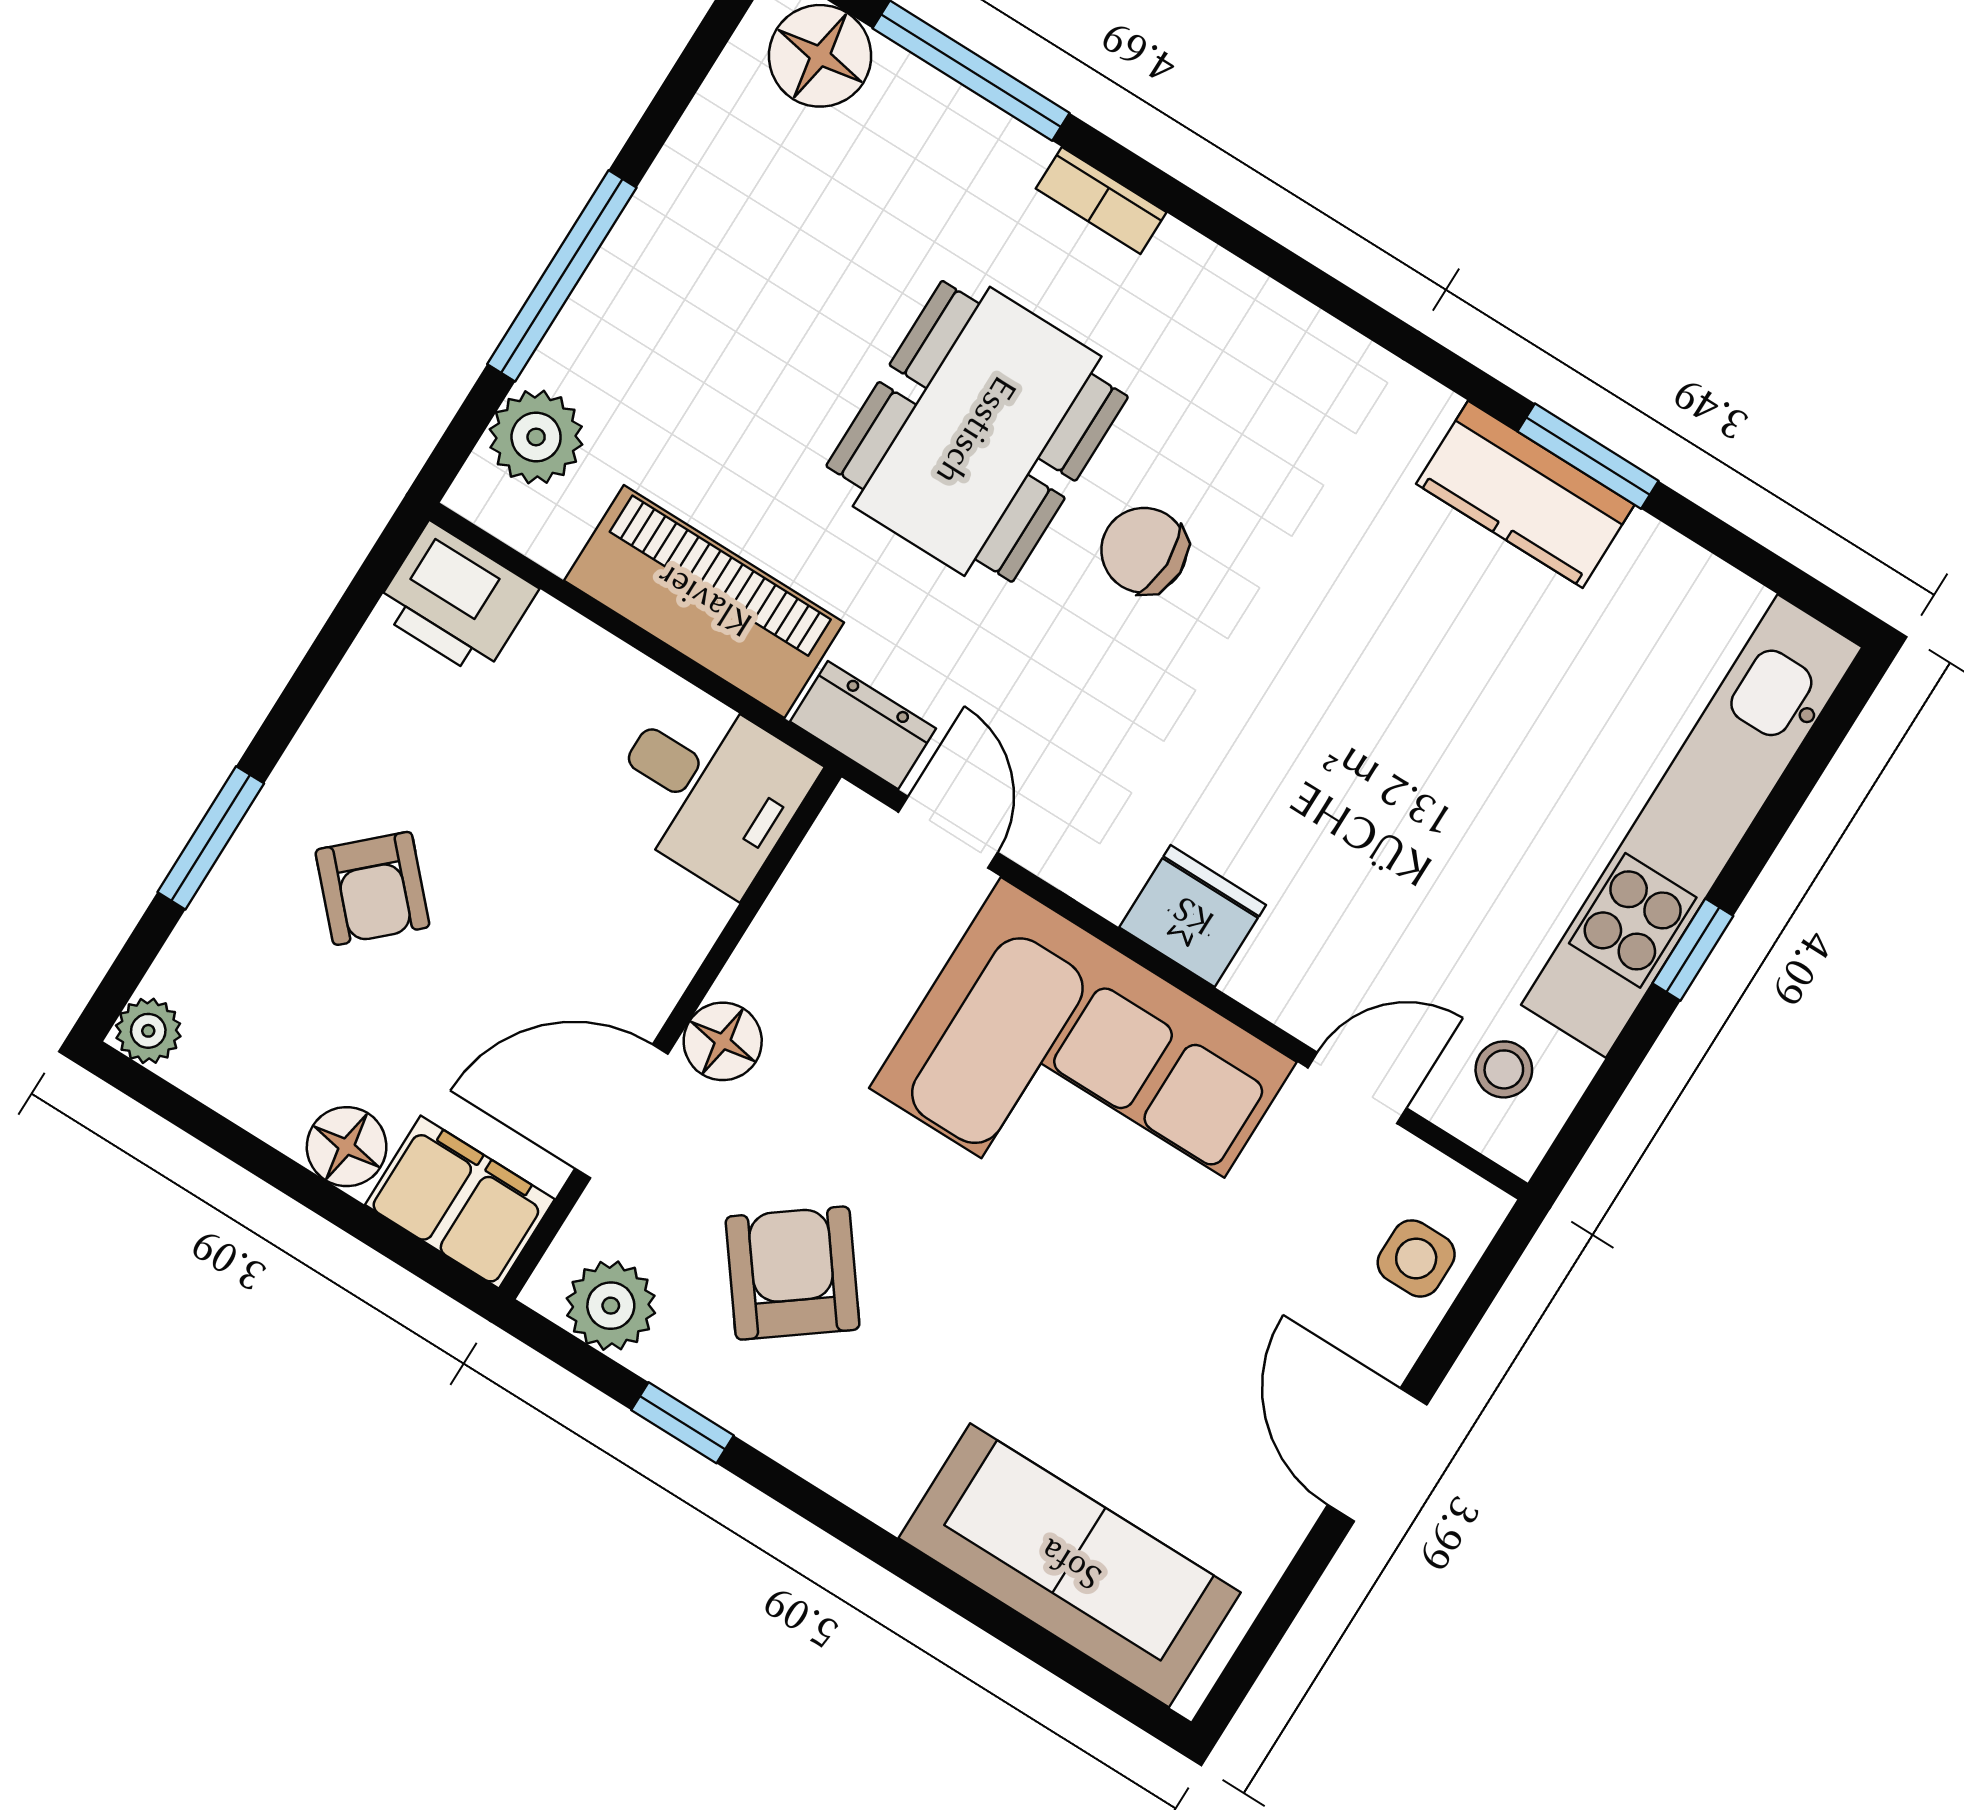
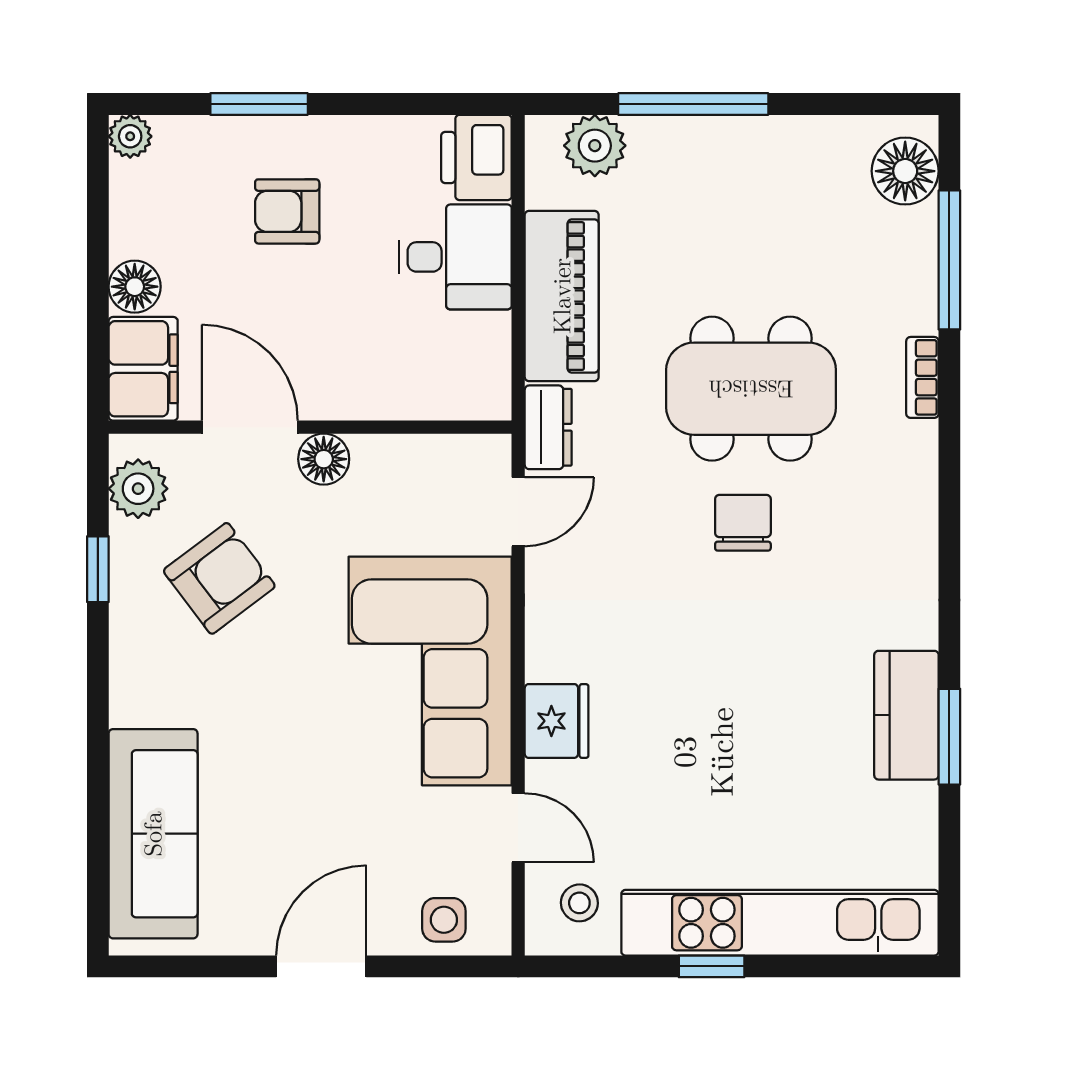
desk: (709, 789) -> (455, 257), moved, turned -90
armchair: (372, 888) -> (287, 211), turned 43
fridge: (1193, 916) -> (557, 721), moved

